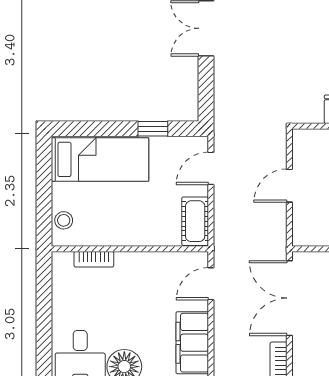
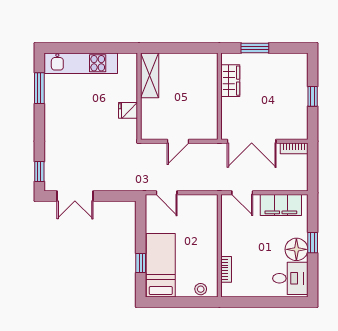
window: (153, 129) -> (141, 263), moved
door: (289, 186) -> (178, 141), hinge flipped
cot: (195, 221) -> (201, 203), removed

